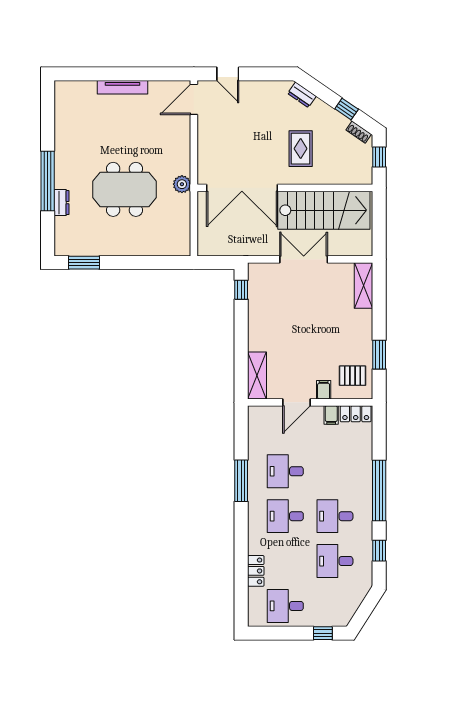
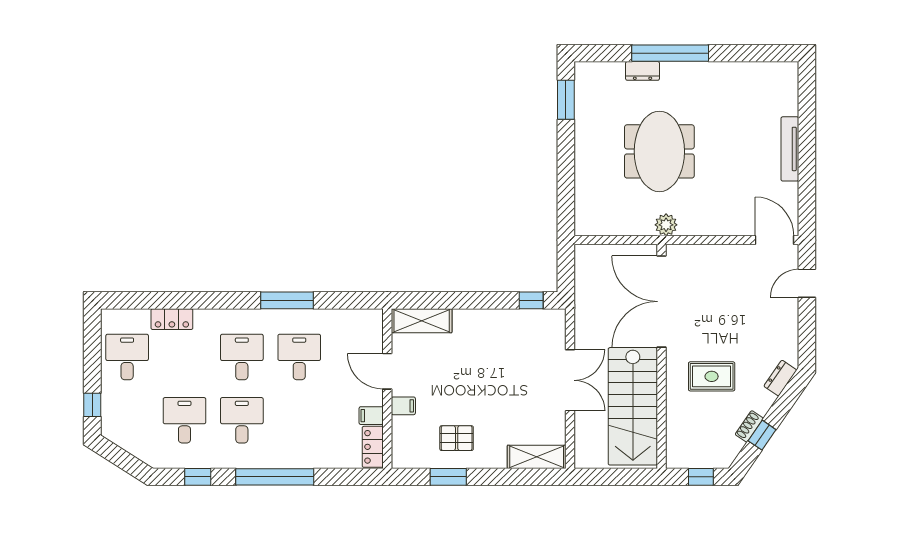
shoe rack: (359, 132) -> (749, 426), moved
pallet: (353, 376) -> (457, 438), moved, turned 90

